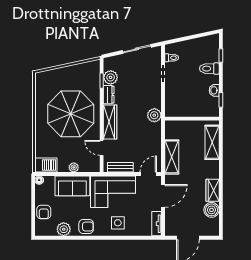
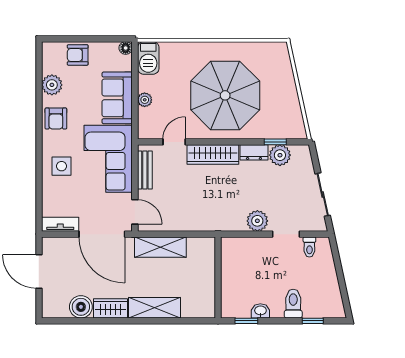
plant: (154, 115) -> (257, 221), moved
shelving: (212, 142) -> (155, 308), moved
door: (163, 196) -> (102, 234), width x1.36

